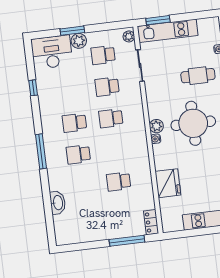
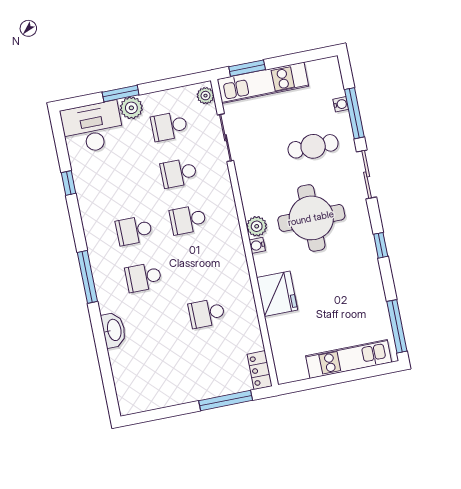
fridge: (168, 183) -> (277, 294), moved
washbasin: (58, 203) -> (114, 330), moved

